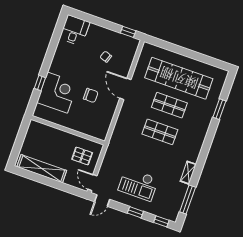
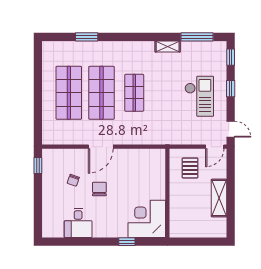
desk: (75, 30) -> (78, 223), moved, turned -90
shop shelf: (179, 78) -> (69, 93), width x0.71
corner desk: (57, 93) -> (147, 219), moved
chair: (91, 95) -> (99, 189), moved
shop shelf: (169, 105) -> (101, 93), width x1.43, depth x1.36
shelving: (42, 169) -> (219, 198), width x0.68

